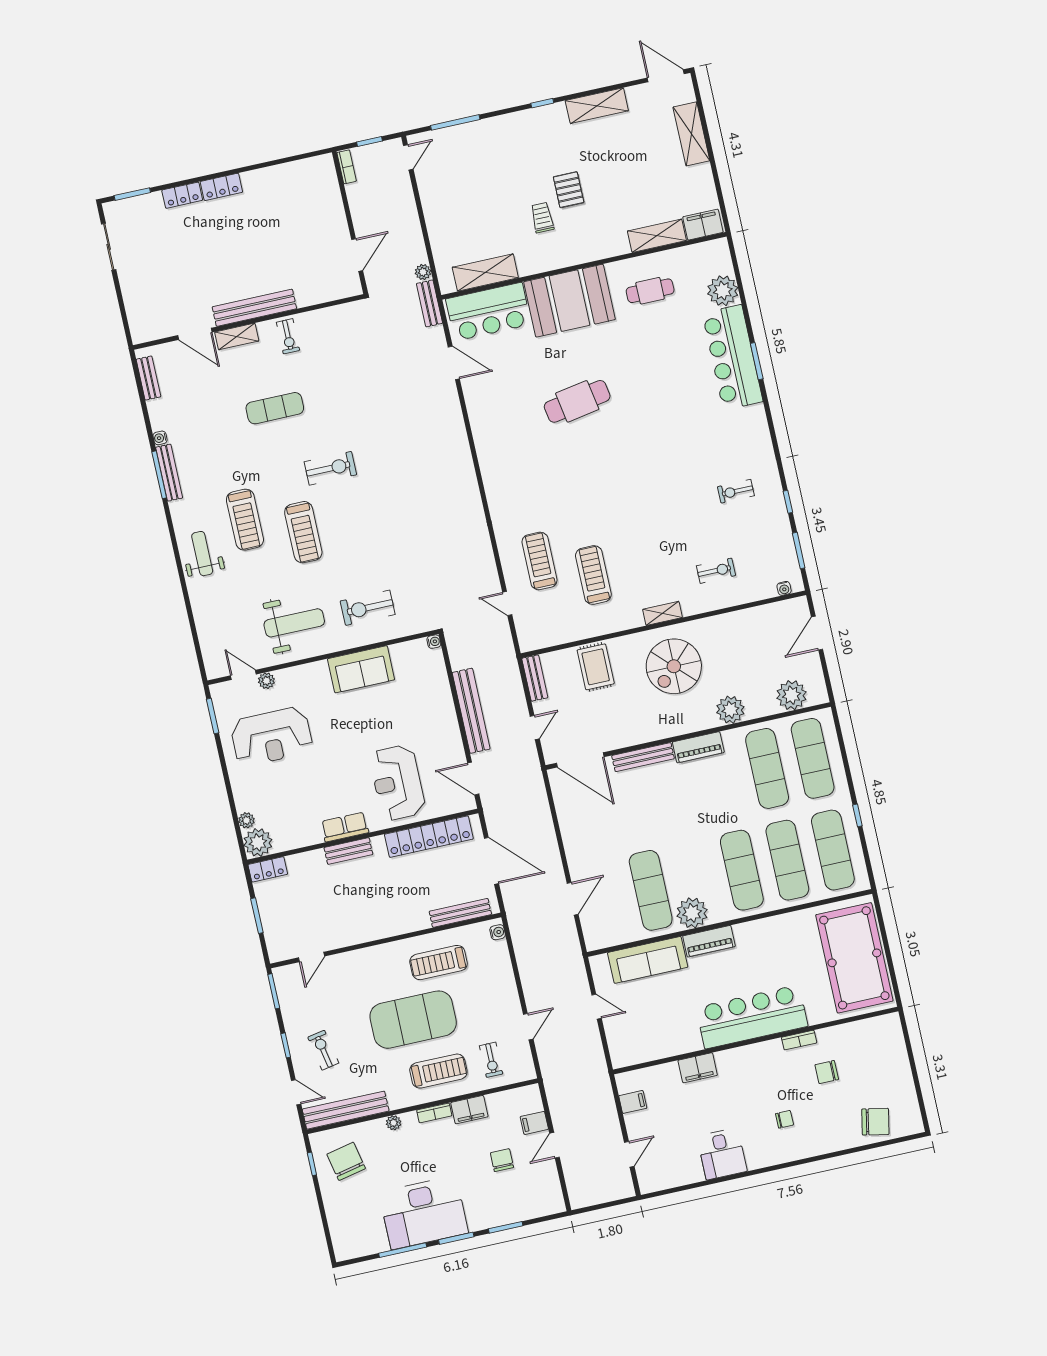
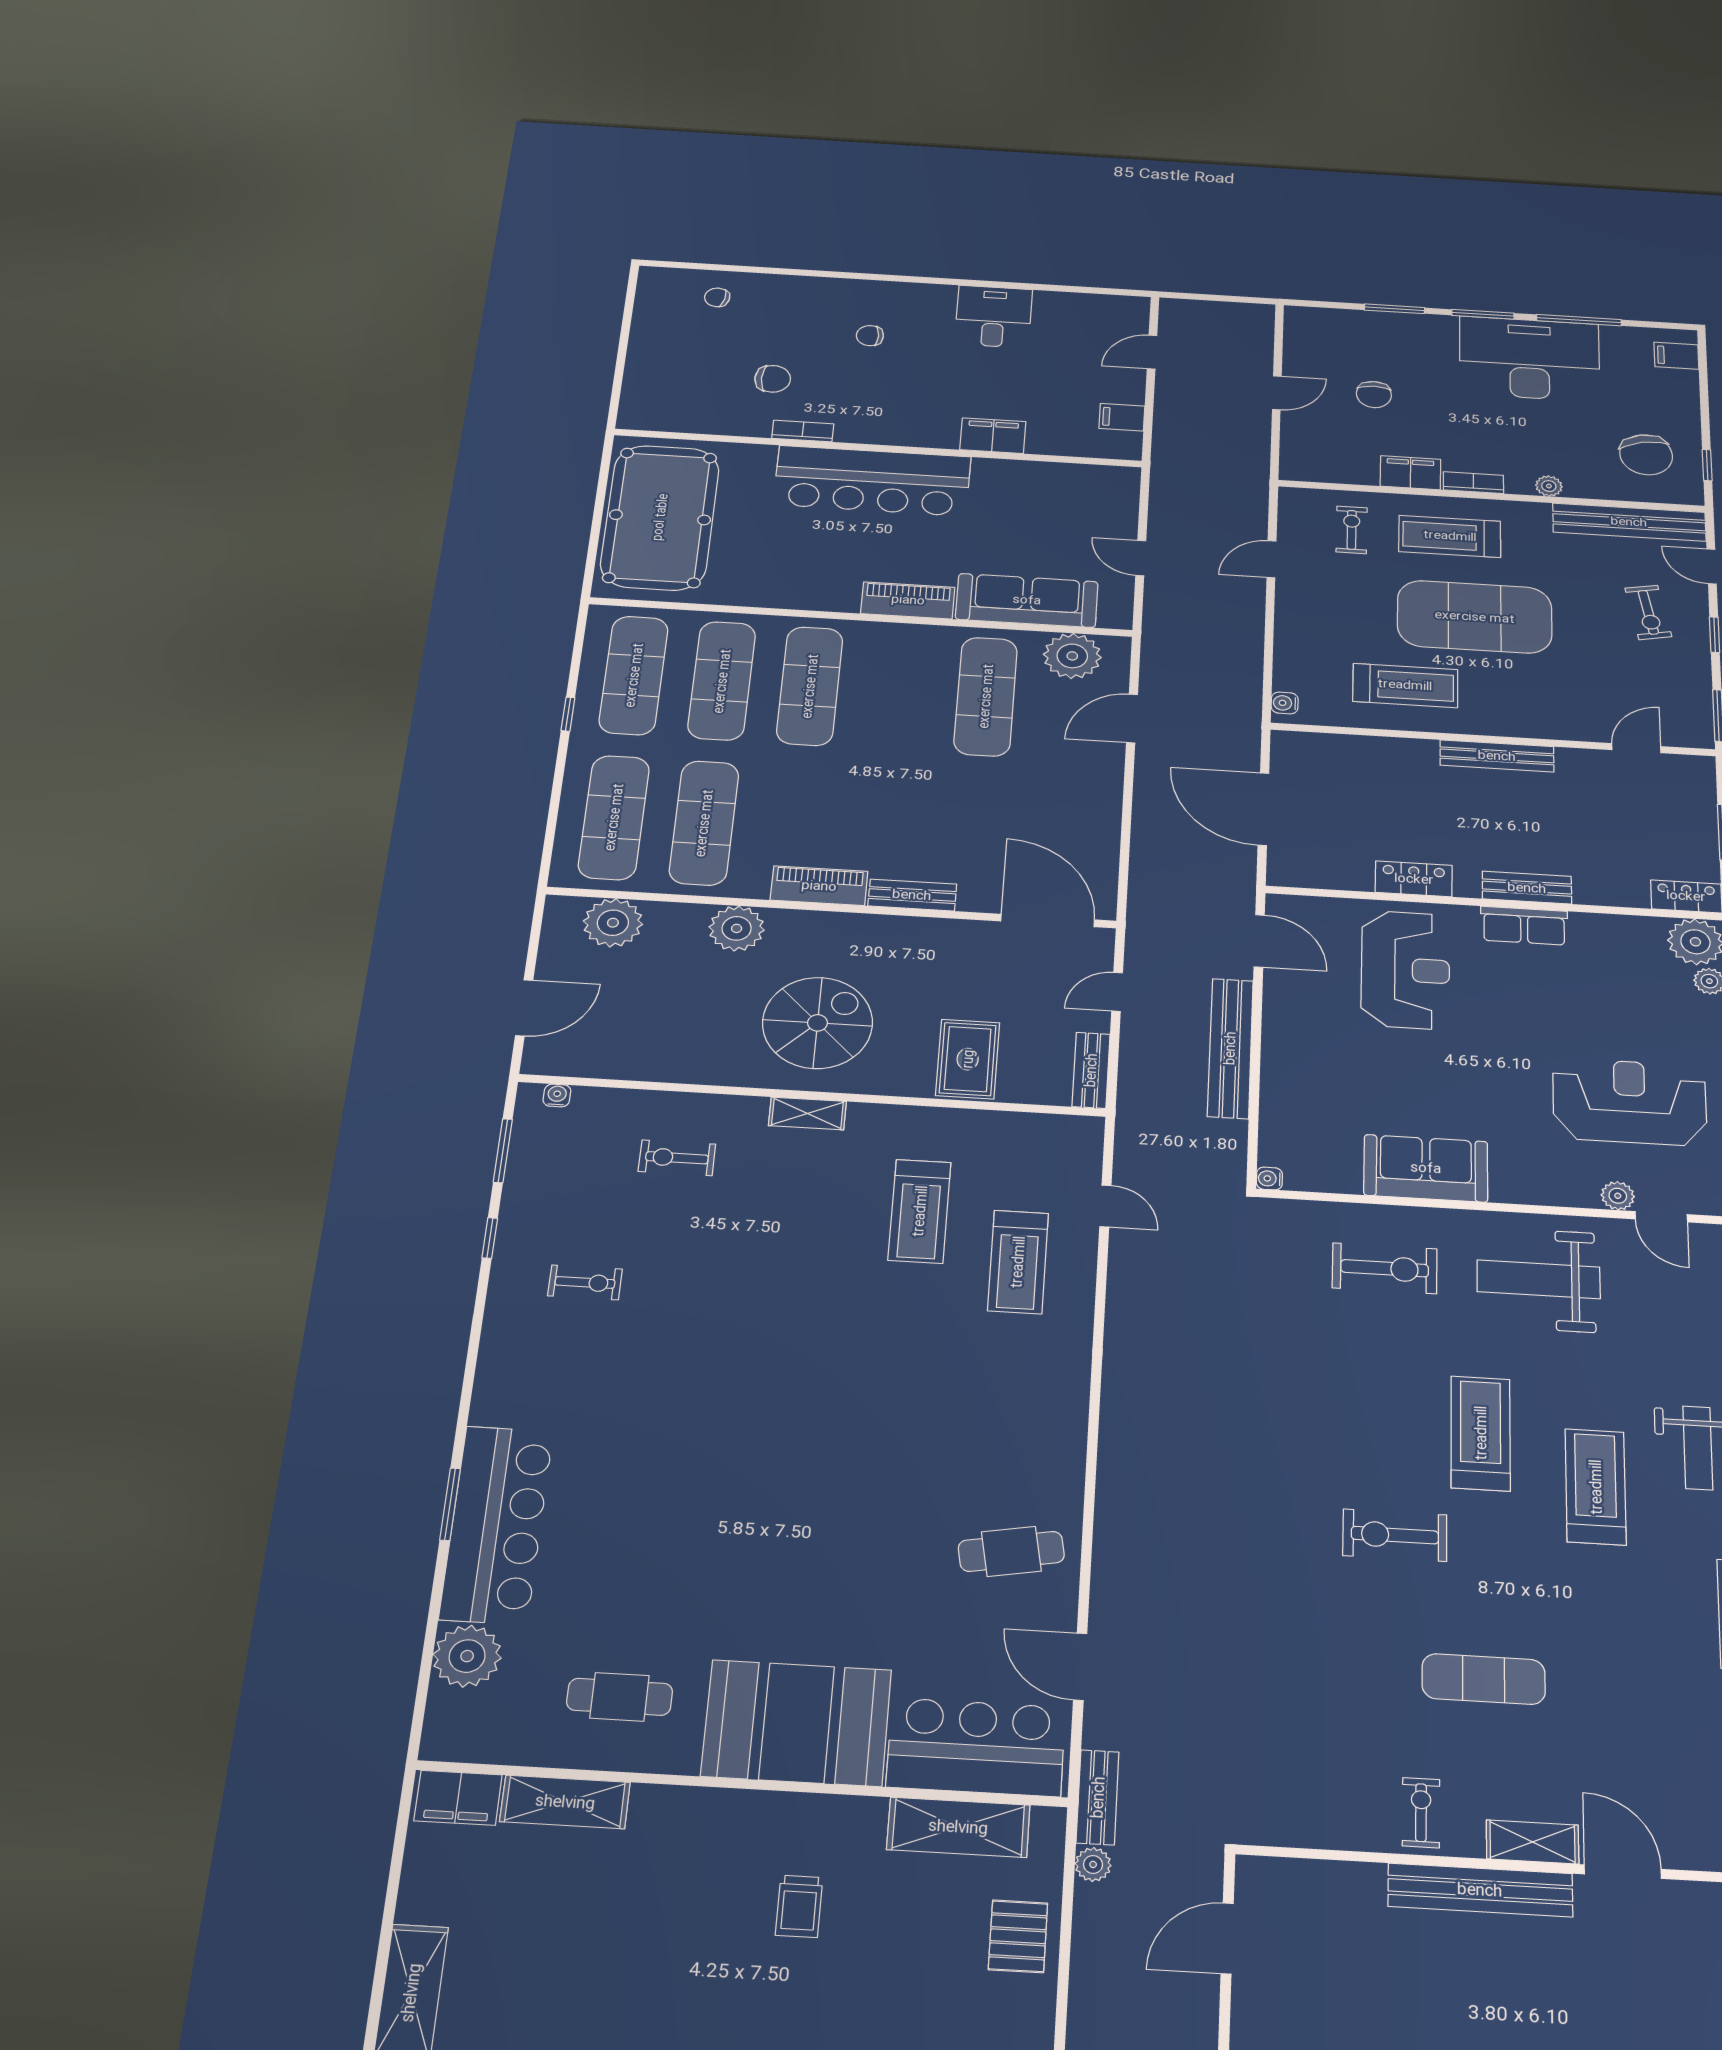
pallet: (569, 190) -> (1018, 1936), moved
cafe table: (577, 401) -> (1011, 1551), moved, width x0.73, depth x0.74
bench: (643, 757) -> (912, 895), width x0.73
locker: (429, 837) -> (1414, 879), width x0.46, depth x0.83
bench: (460, 913) -> (1497, 756), moved
plant: (692, 913) -> (1072, 656), moved
chair: (875, 1122) -> (717, 297), width x0.54, depth x0.54
filing cabinet: (534, 1123) -> (1676, 356), moved, turned 180

